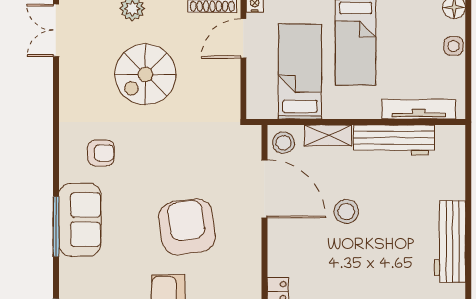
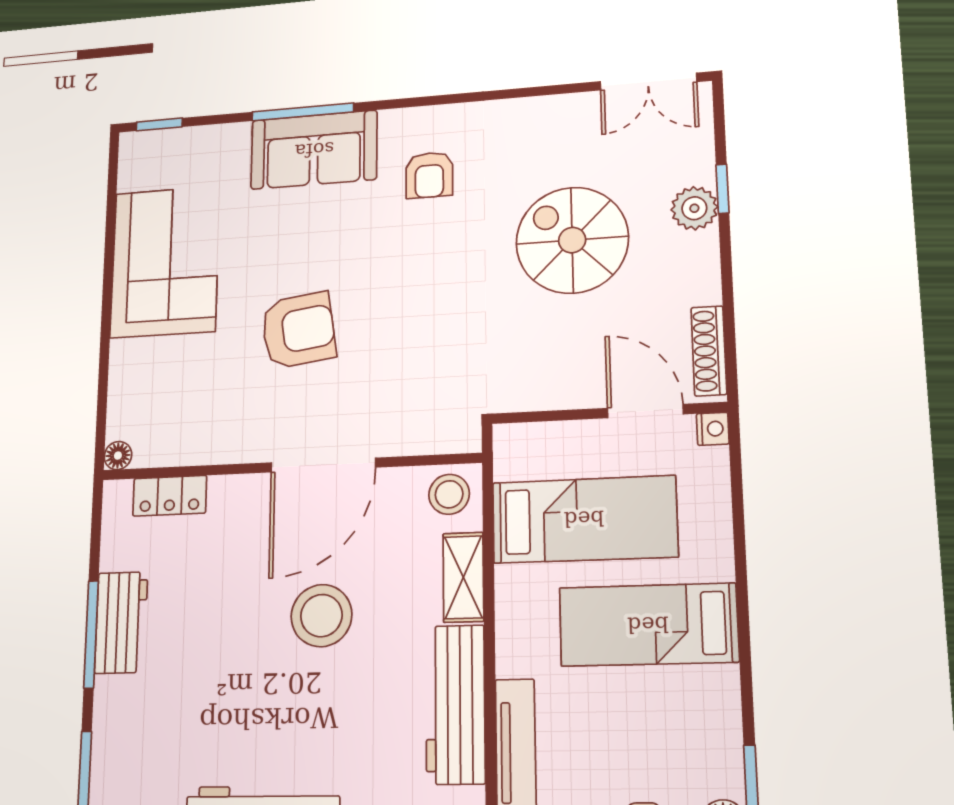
double door: (56, 30) -> (648, 82), swing flipped
door: (264, 189) -> (323, 465), moved
stool: (346, 211) -> (321, 616), width x1.38, depth x1.38
armchair: (187, 227) -> (298, 330), width x0.73, depth x0.73

